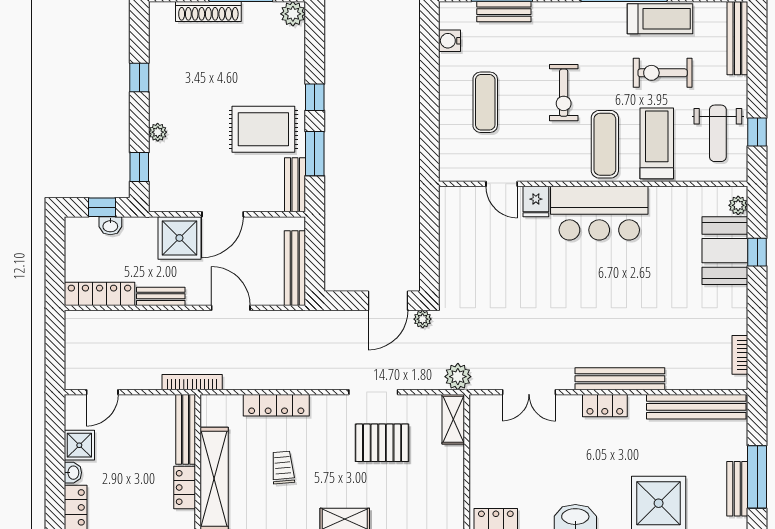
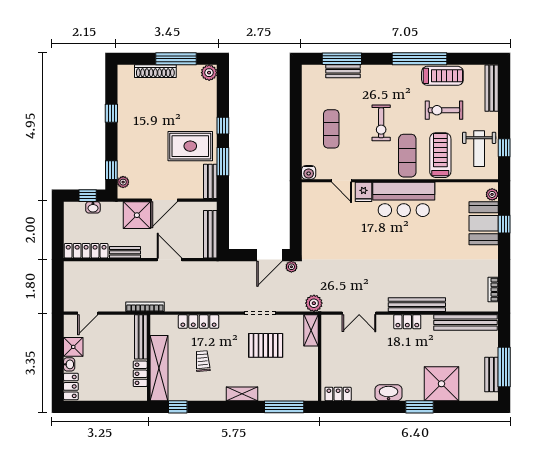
water cooler: (450, 41) -> (309, 172), moved, turned -90
plant: (158, 132) -> (123, 182), moved

